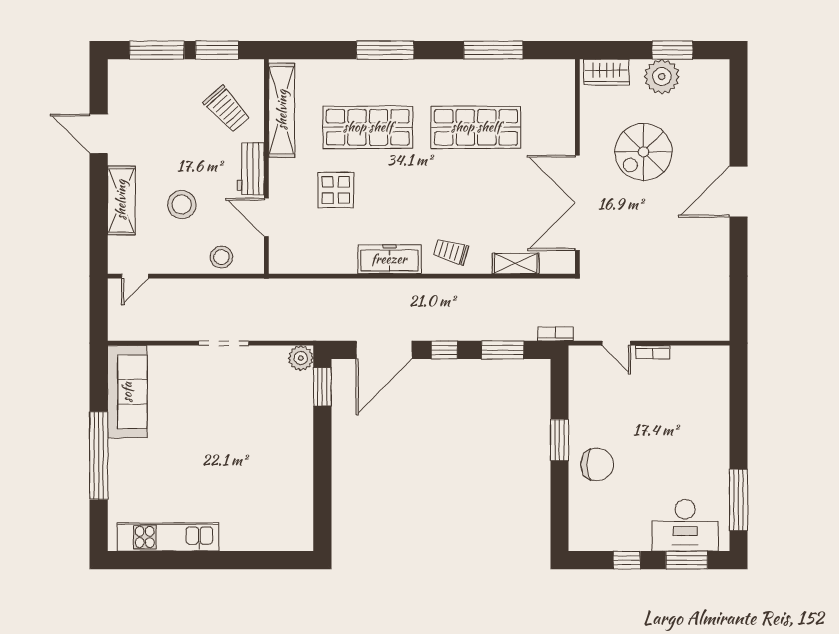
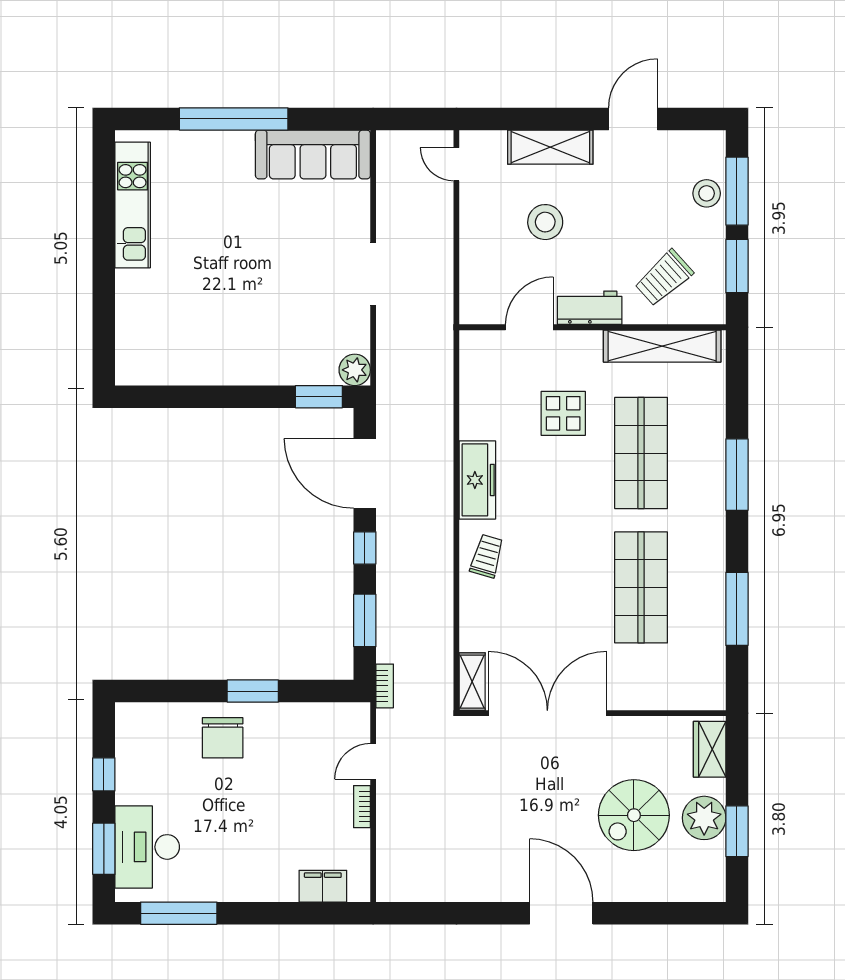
spiral stairs: (643, 152) -> (634, 815), moved, turned -90
stool: (221, 257) -> (707, 193), moved
shelving: (516, 263) -> (472, 682), moved
filing cabinet: (717, 384) -> (323, 886), added

